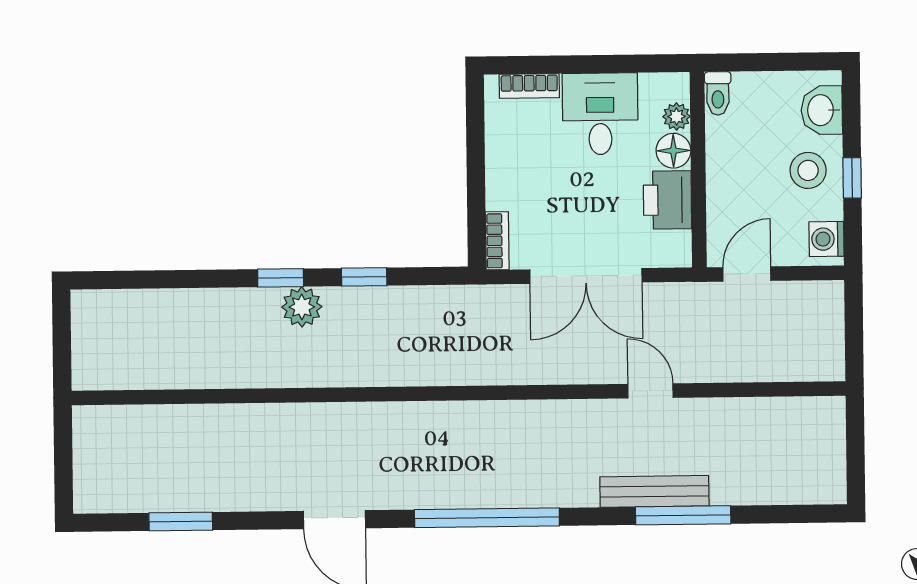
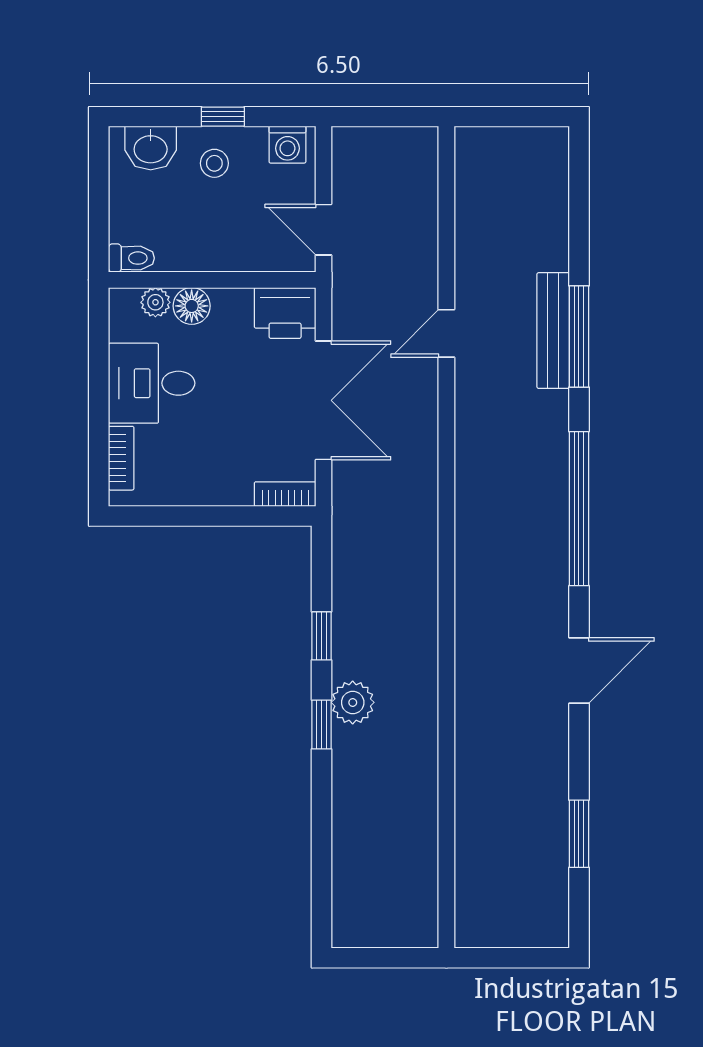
stool: (808, 170) -> (214, 163), width x0.73, depth x0.73
printer: (667, 200) -> (285, 313), moved
window: (683, 515) -> (579, 336), moved

